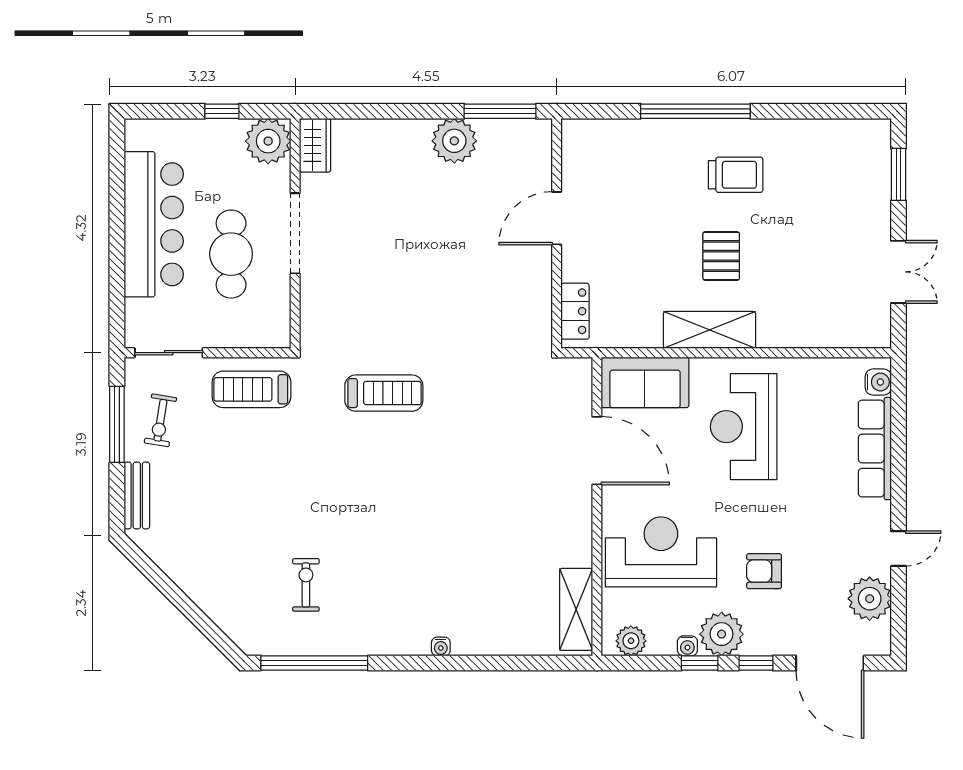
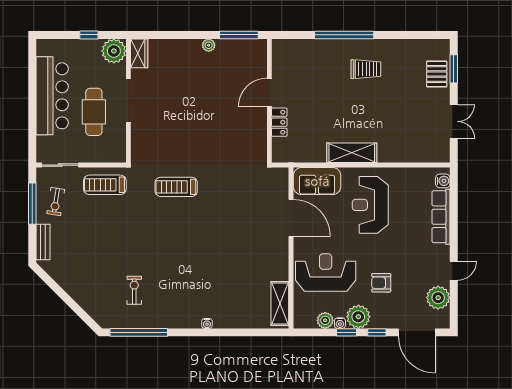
plant: (454, 141) -> (209, 45), width x0.53, depth x0.53
pallet: (721, 256) -> (437, 74), moved
locker: (575, 311) -> (279, 122), moved
treadmill: (384, 393) -> (176, 187), turned 180
plant: (631, 641) -> (325, 320), moved

